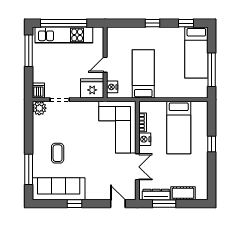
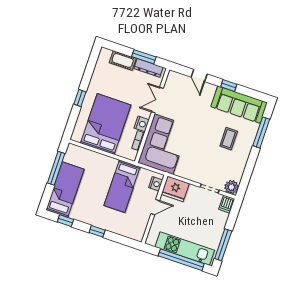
bed: (179, 128) -> (106, 124), width x1.50
door: (118, 204) -> (199, 75), moved

